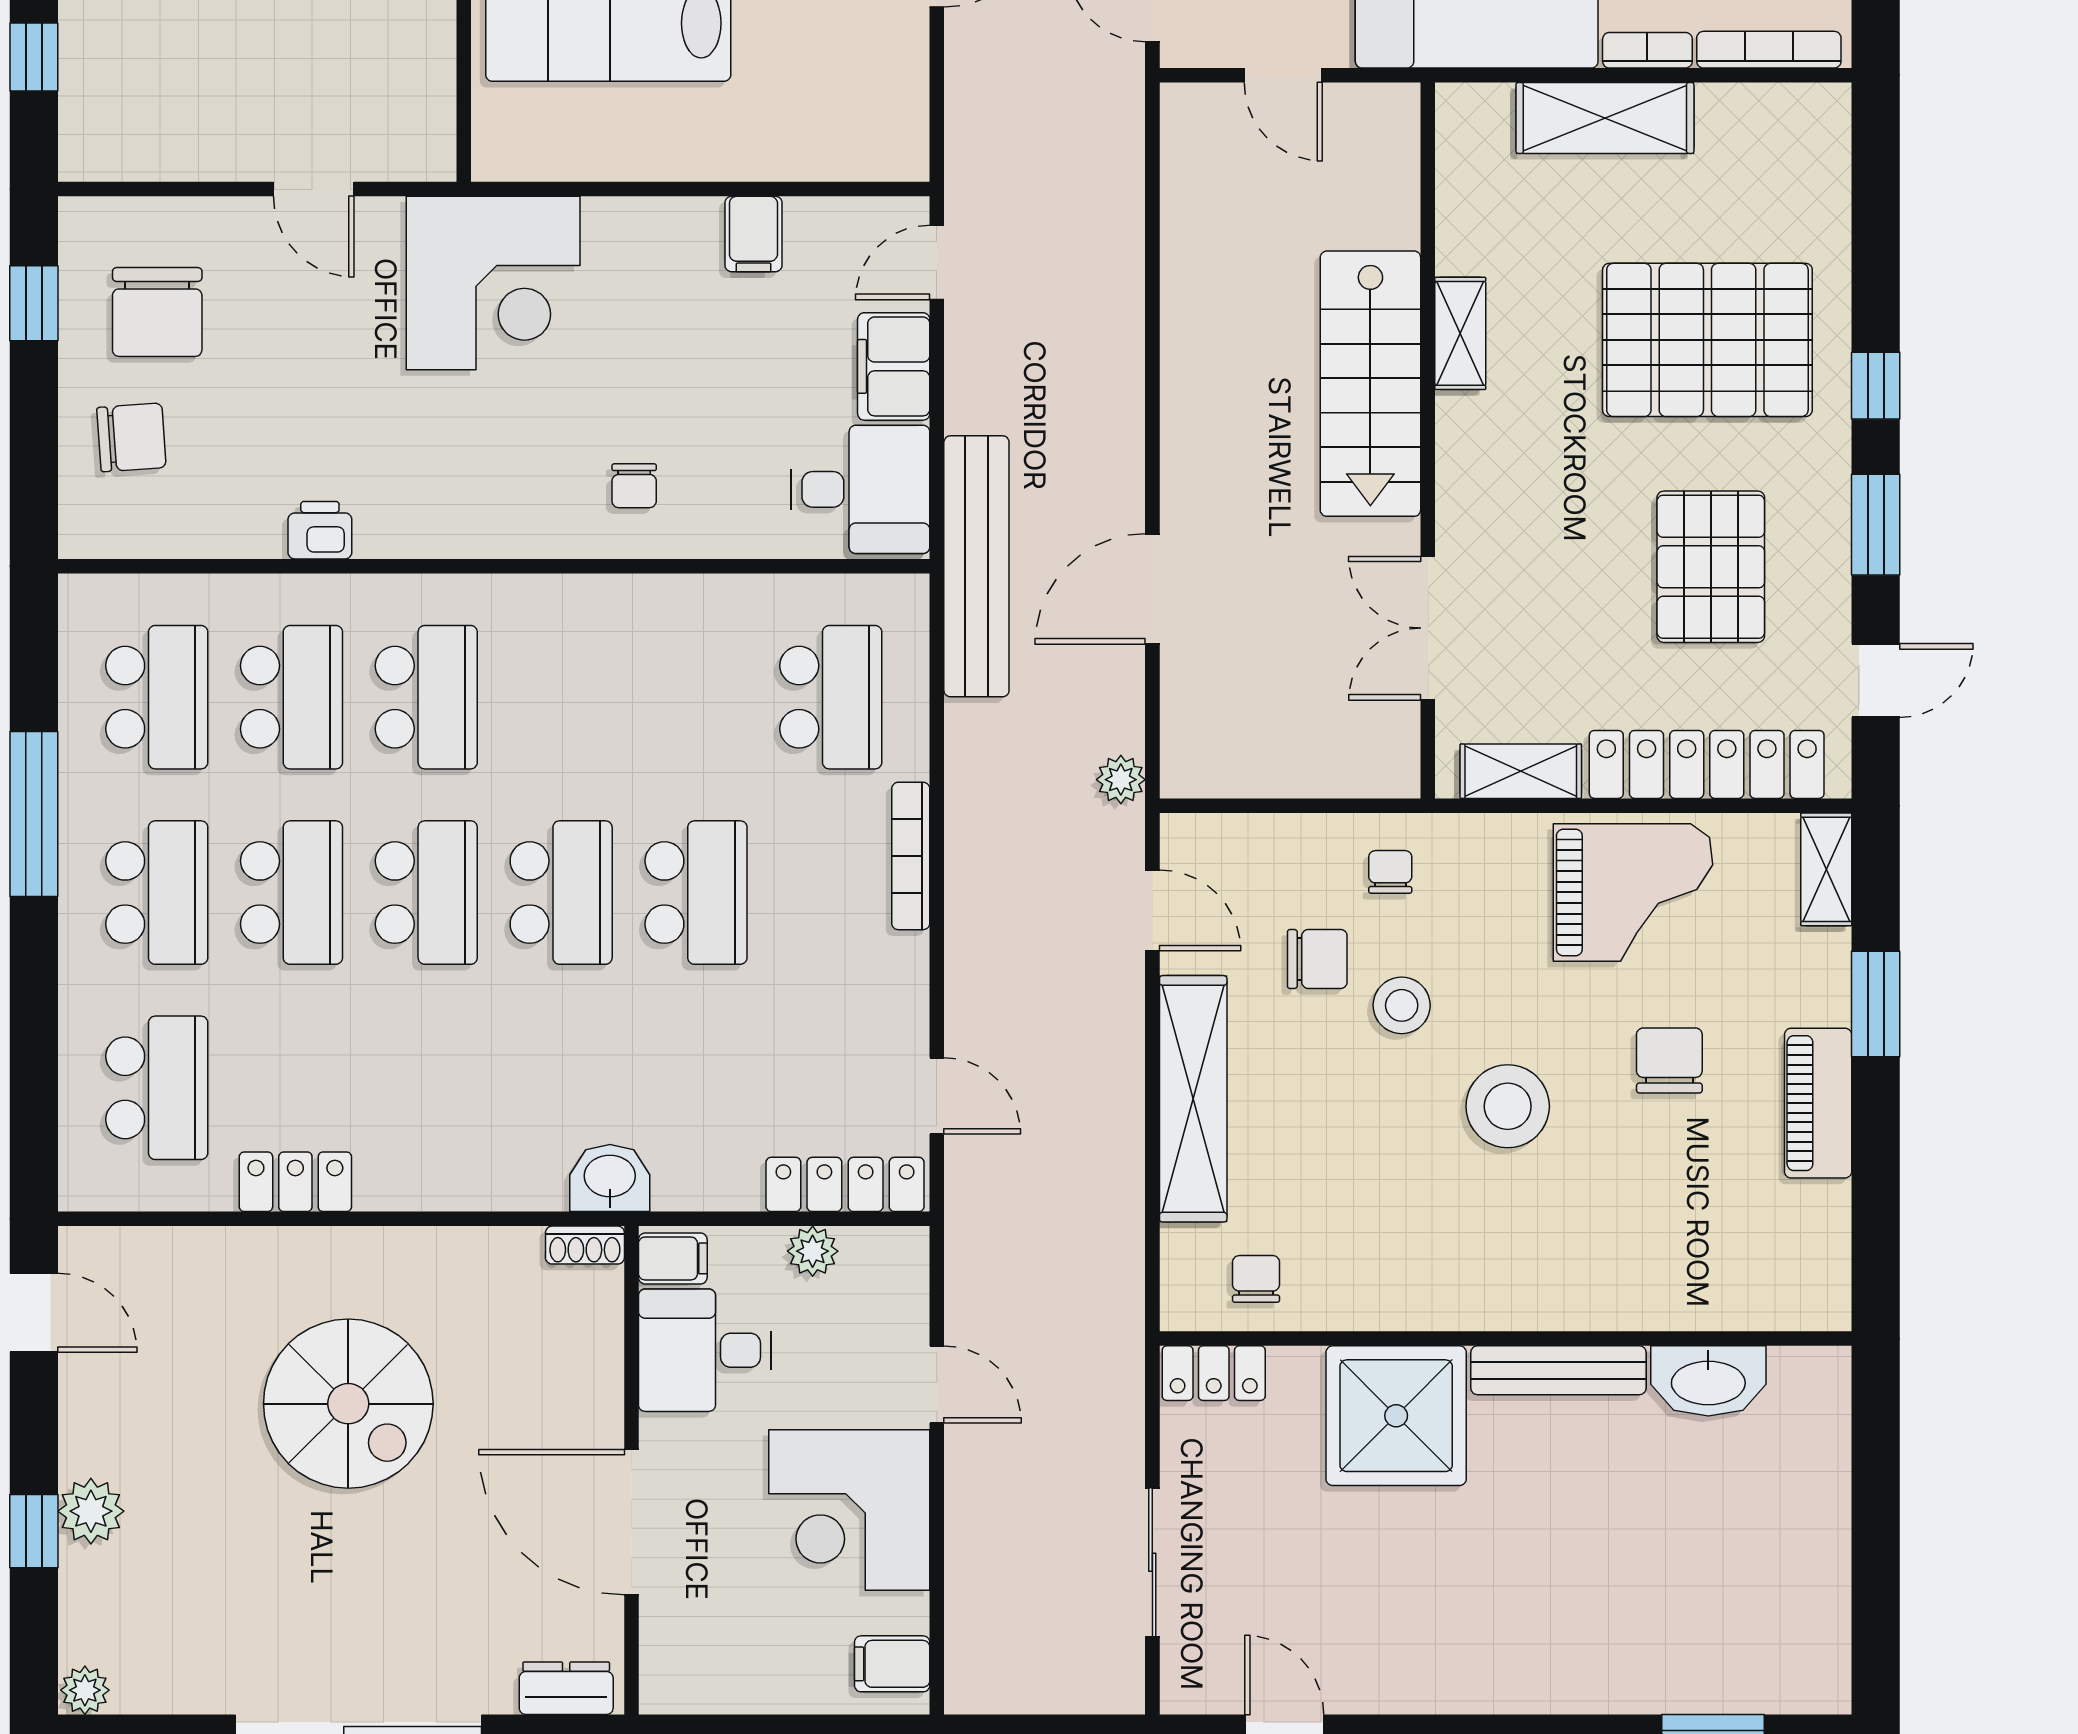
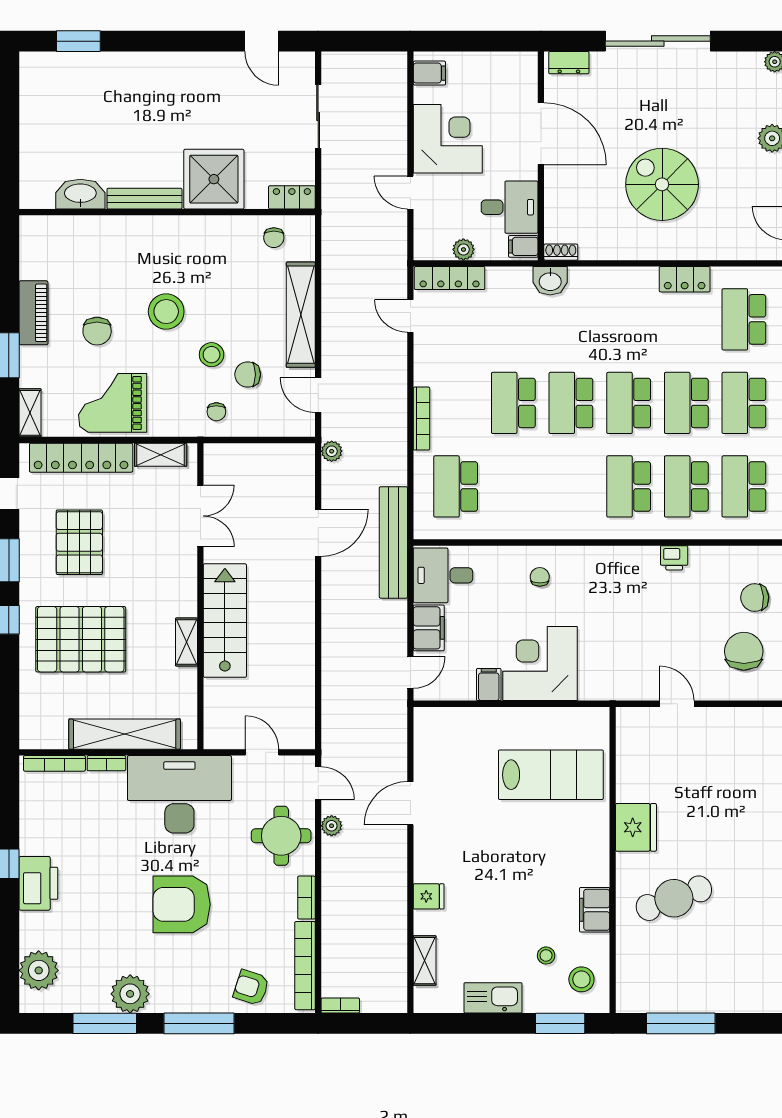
shelving: (1605, 118) -> (125, 734), width x1.47
corner desk: (493, 283) -> (540, 664), moved

